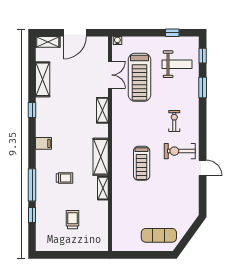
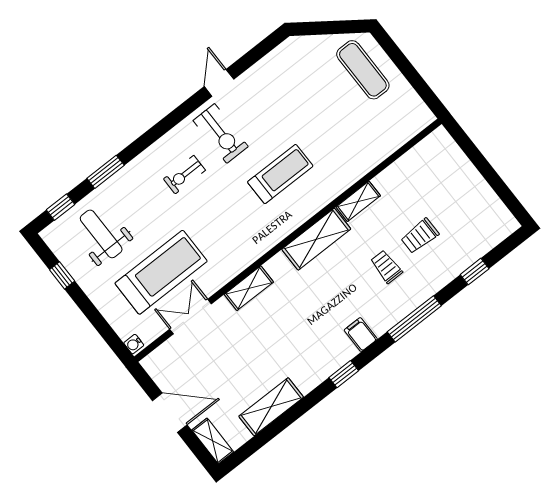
window: (32, 110) -> (344, 374), moved
window: (32, 185) -> (414, 319), moved
trolley: (73, 220) -> (420, 236), moved

